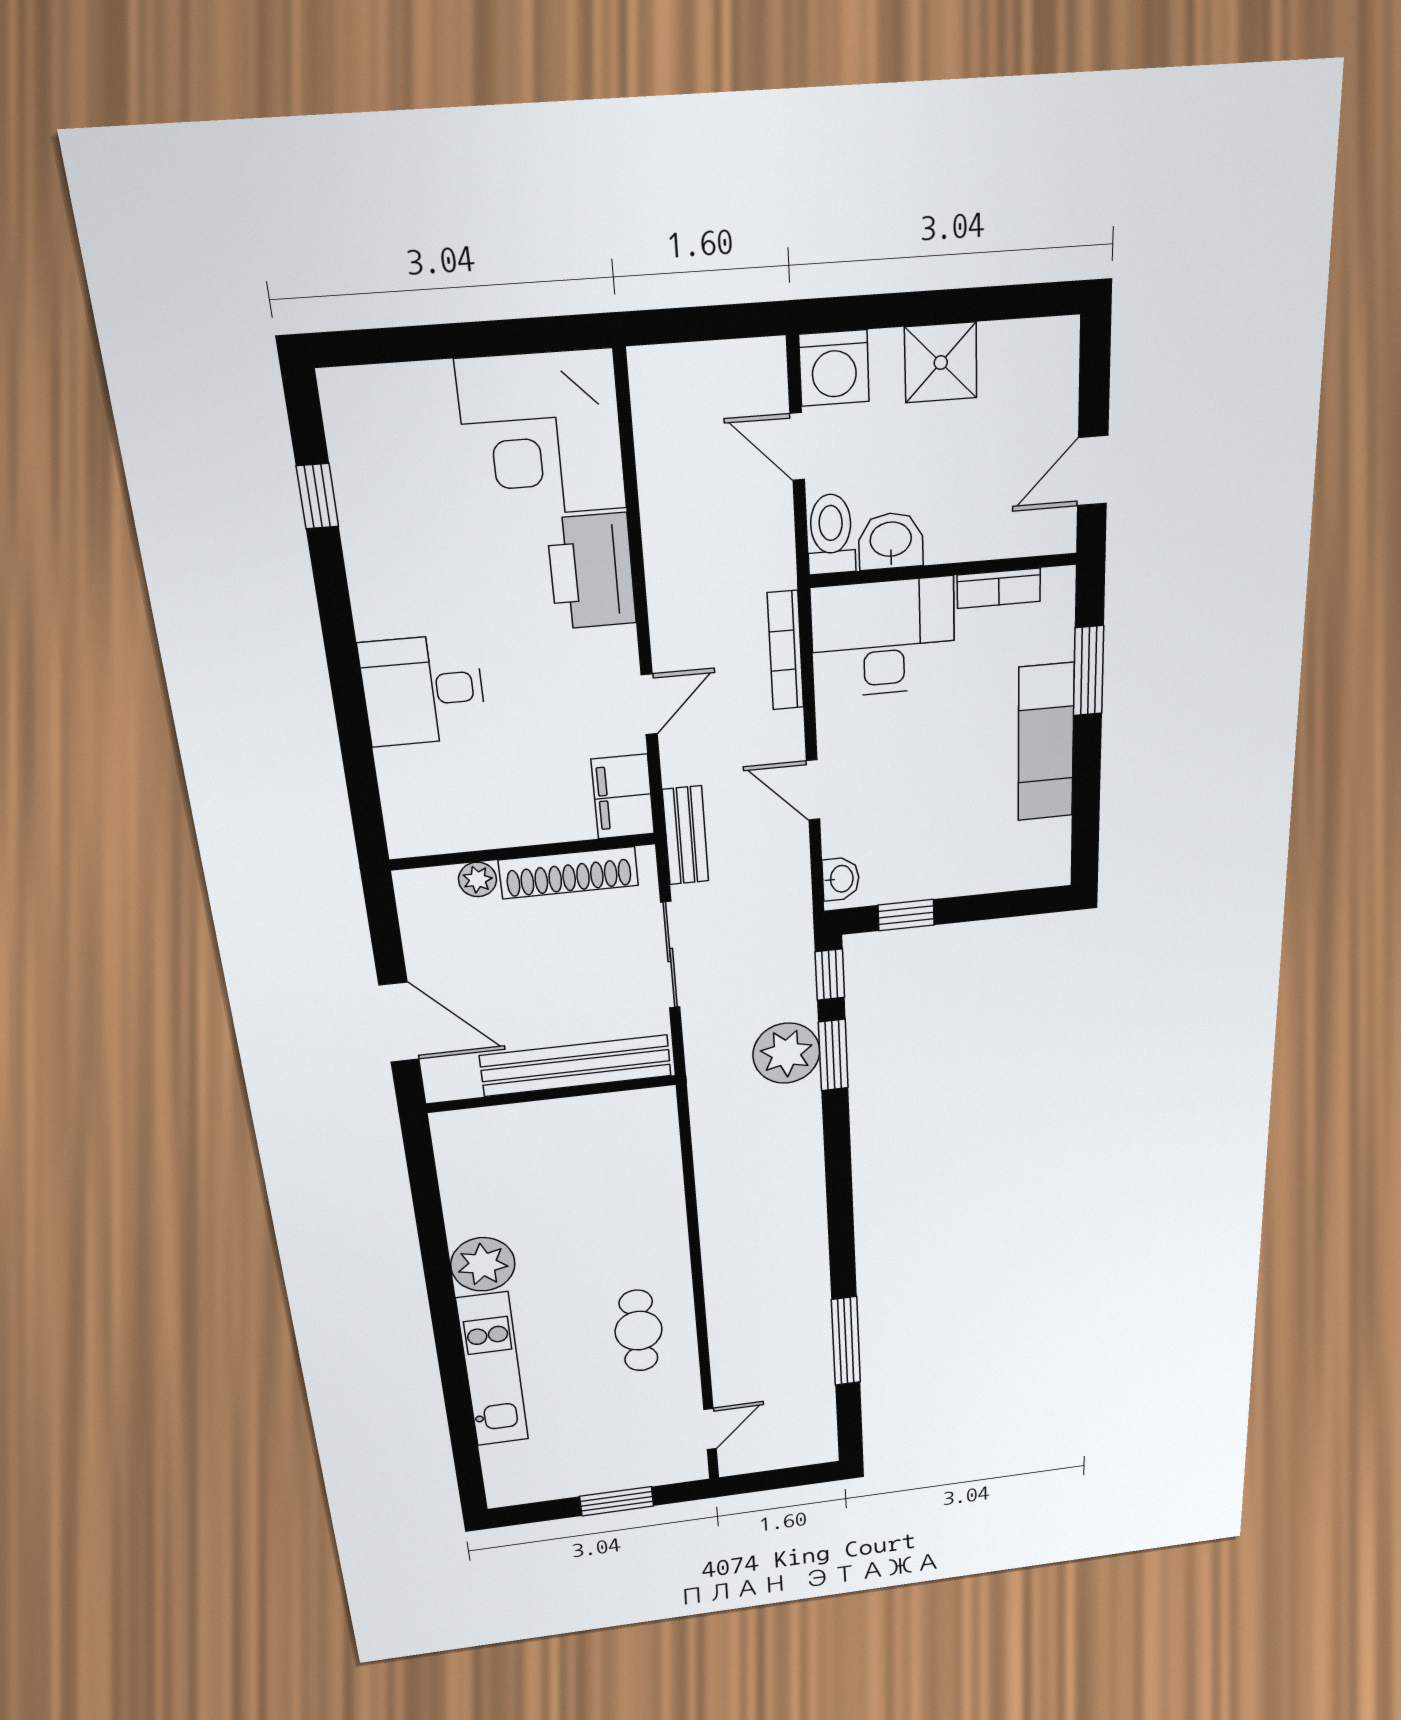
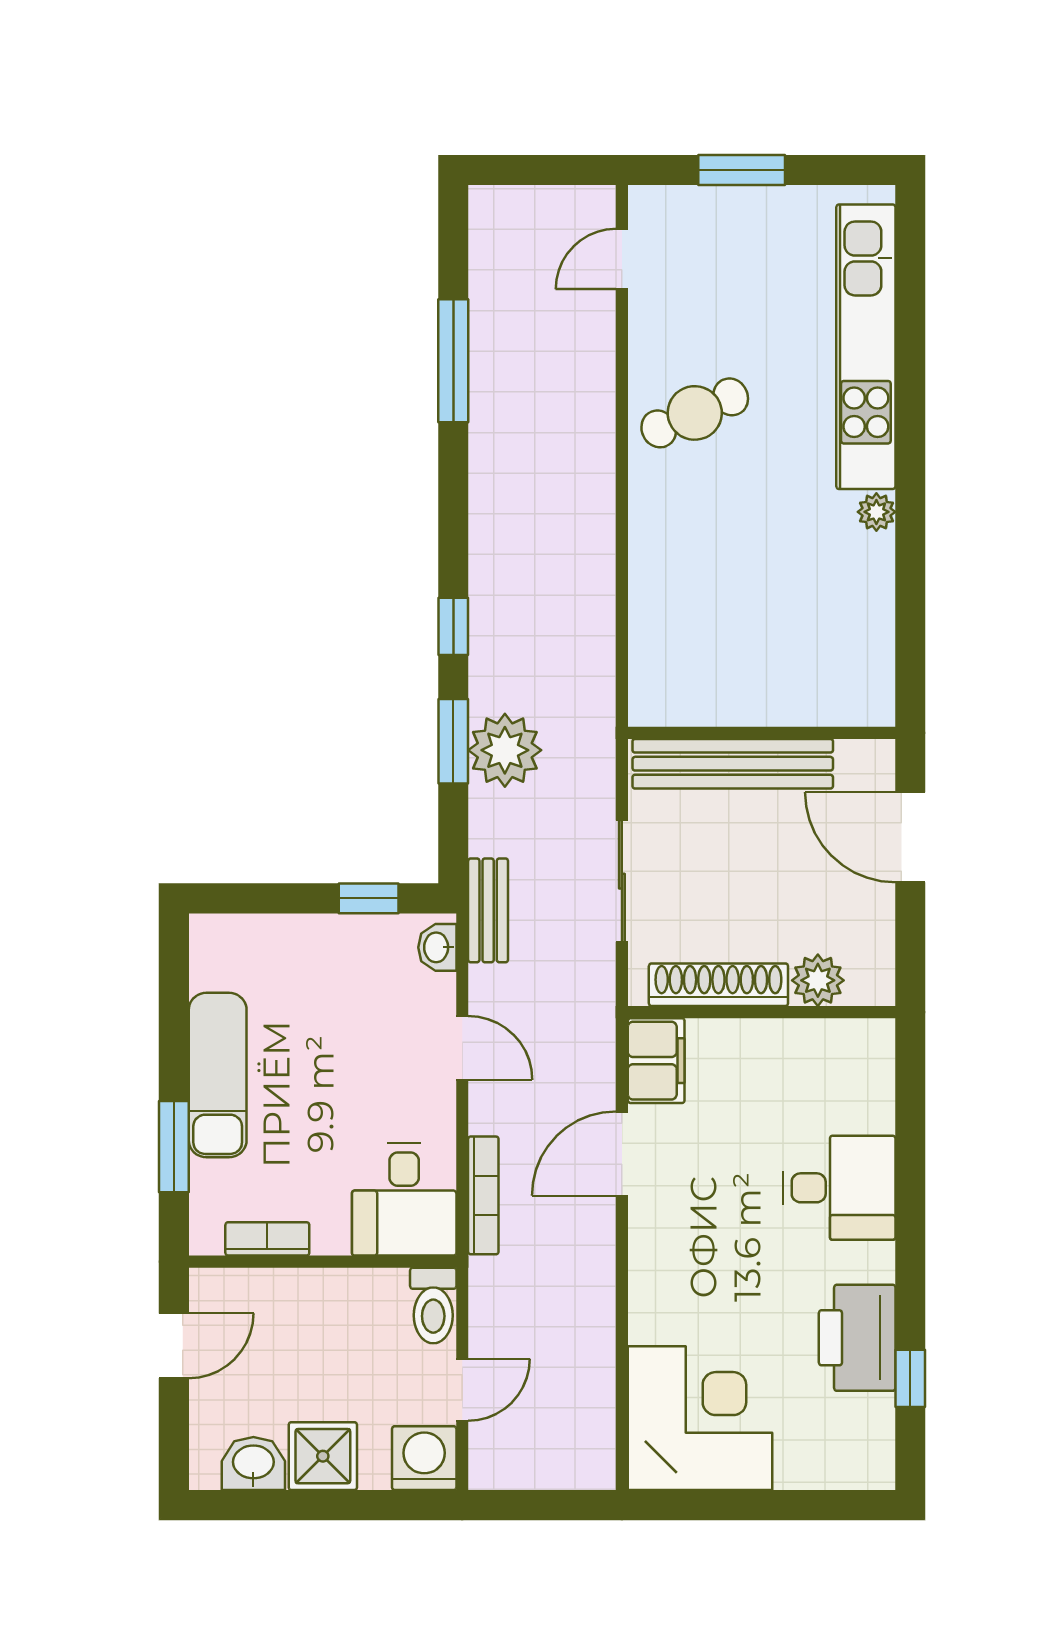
door: (797, 447) -> (462, 1390), hinge flipped
washbasin: (891, 541) -> (253, 1464), moved, turned 180
printer: (592, 571) -> (857, 1338), moved, turned 180
desk: (883, 638) -> (404, 1199), width x0.73
door: (649, 704) -> (622, 1154), width x1.38
bench: (686, 835) -> (488, 910), moved
plant: (477, 879) -> (818, 980), width x1.38, depth x1.38
window: (830, 975) -> (453, 626), moved
plant: (483, 1264) -> (876, 512), width x0.53, depth x0.53
cafe table: (639, 1331) -> (695, 413), turned 66
kitchen unit: (493, 1370) -> (866, 347), width x1.36

